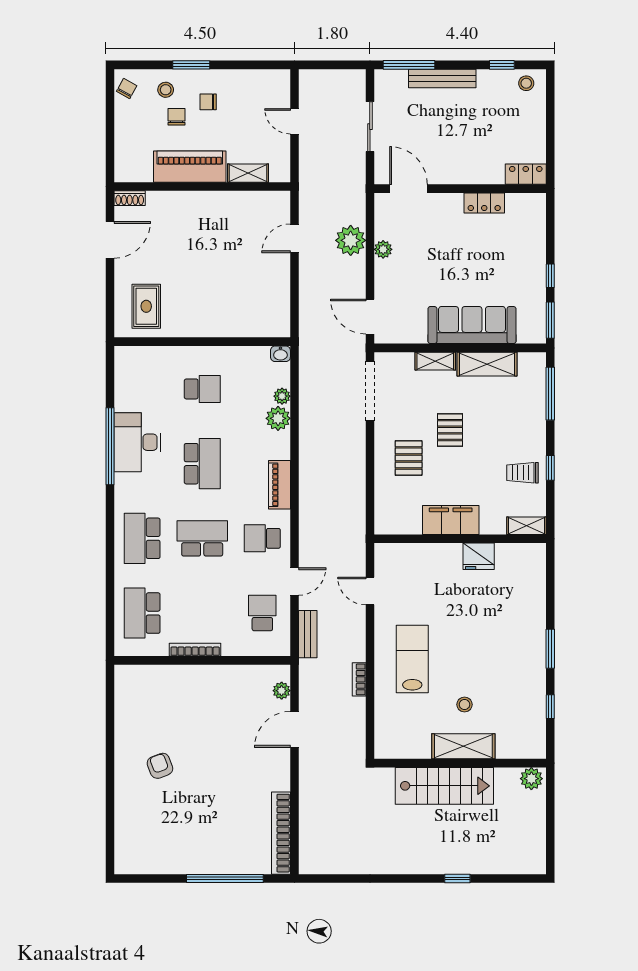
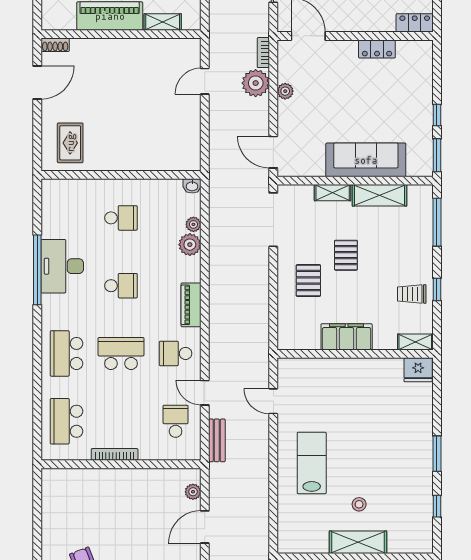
school desk: (202, 464) -> (121, 286), width x0.54
fridge: (479, 556) -> (418, 370), moved
door: (294, 581) -> (205, 393), swing flipped
bookcase: (359, 679) -> (263, 53), moved

